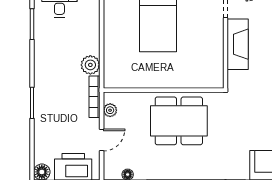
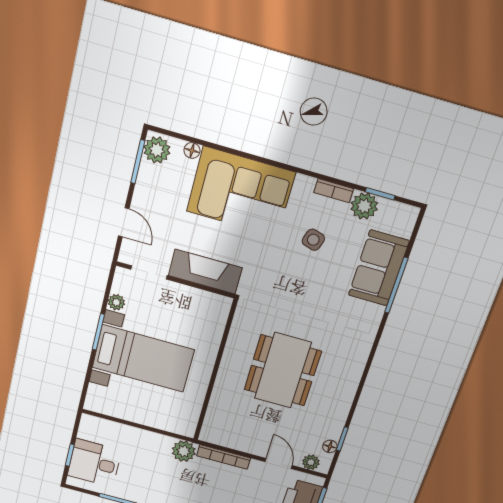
wall: (164, 90) -> (215, 371), moved
plant: (110, 110) -> (311, 462), moved

